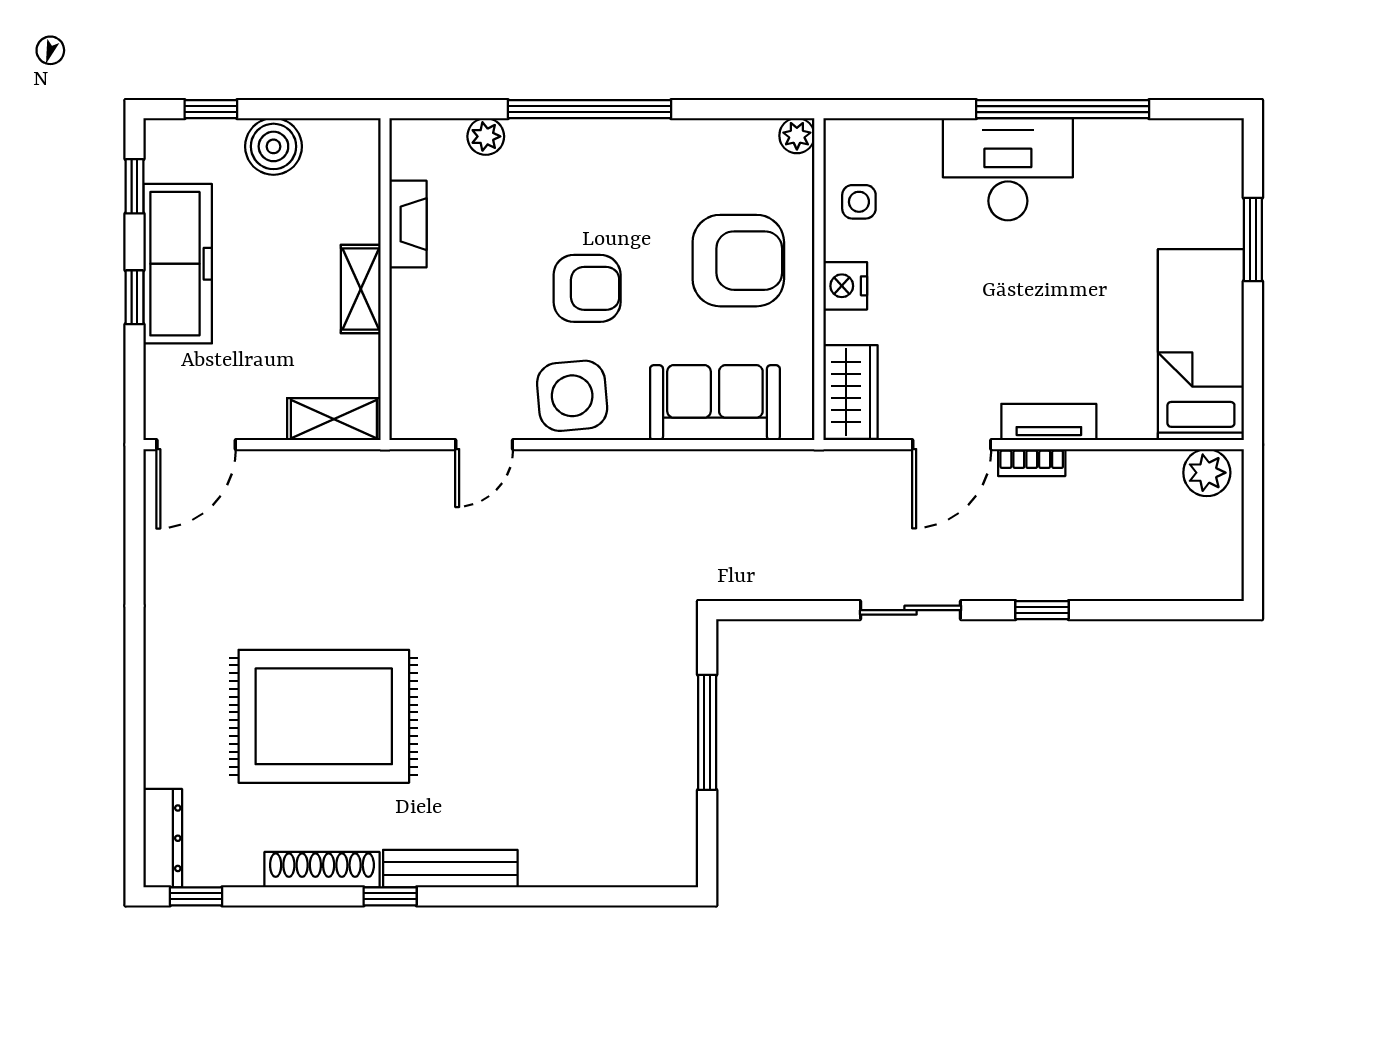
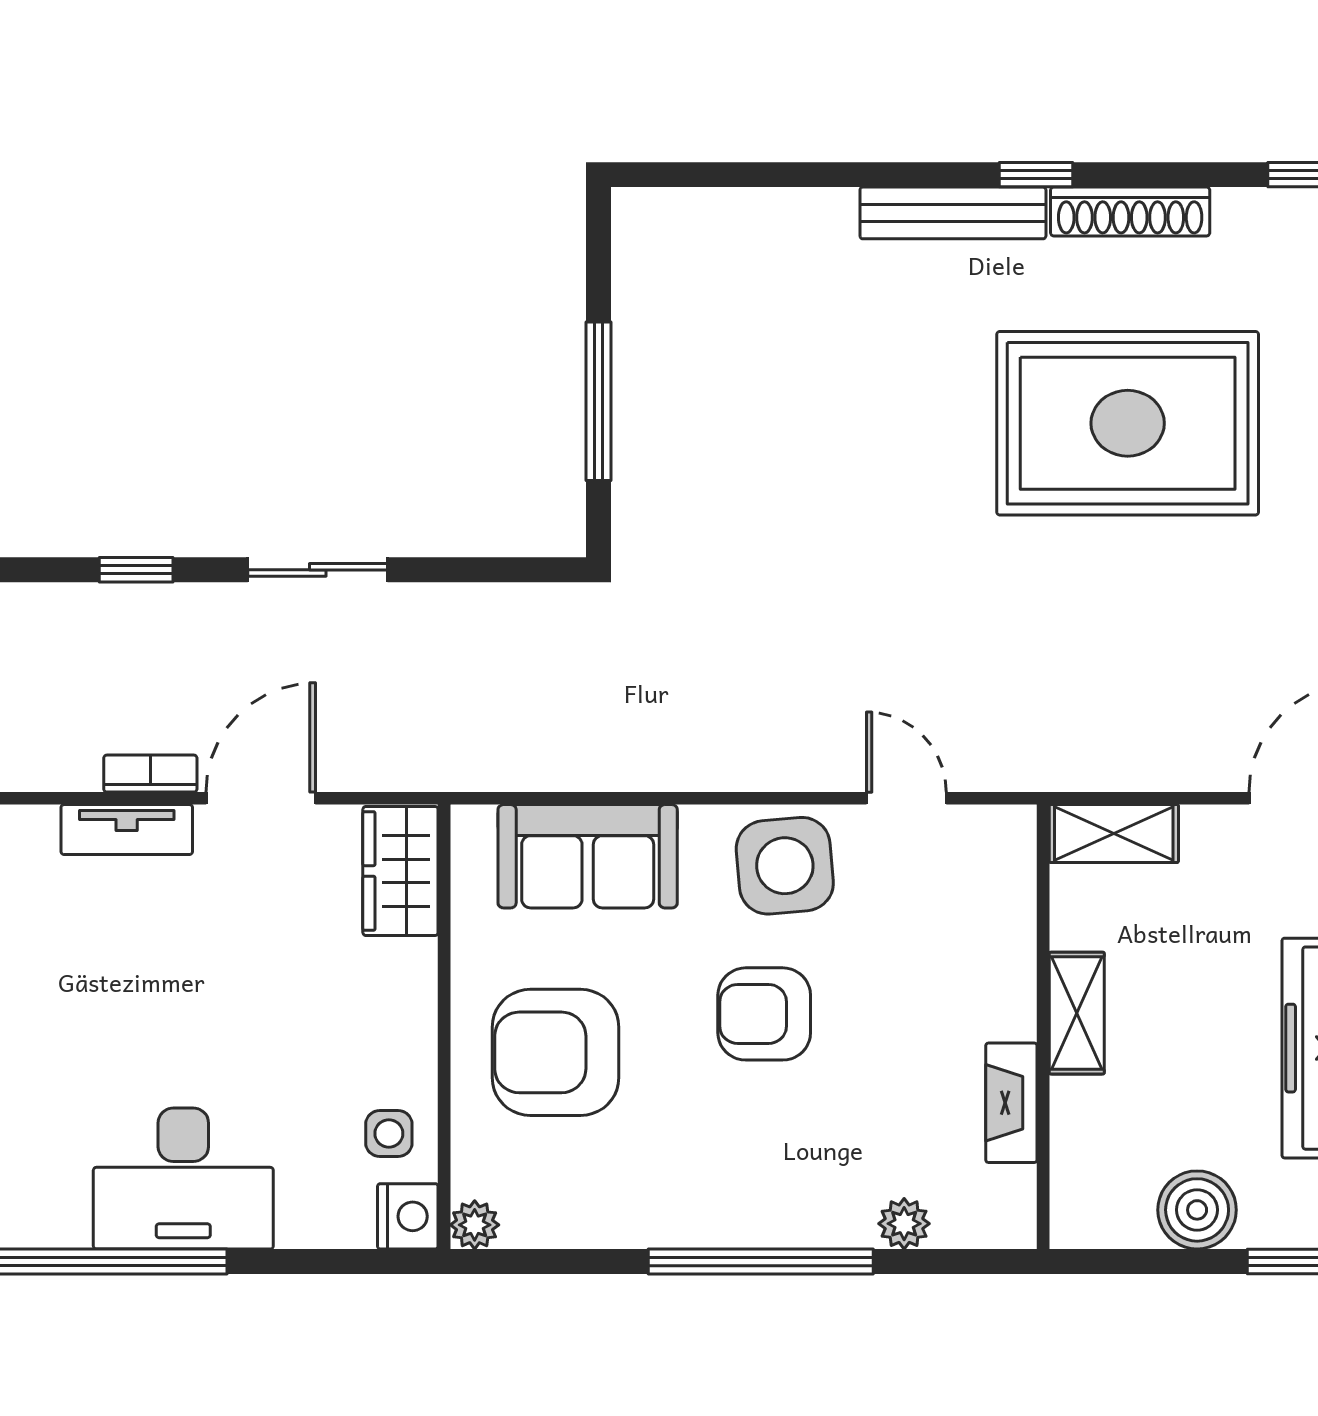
nightstand: (845, 286) -> (408, 1216), moved
door: (484, 445) -> (906, 798), hinge flipped

